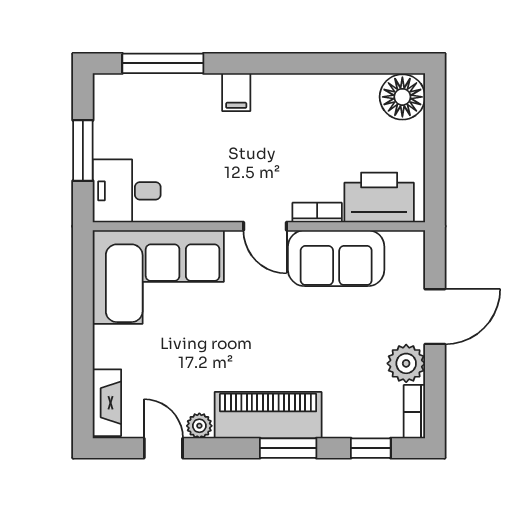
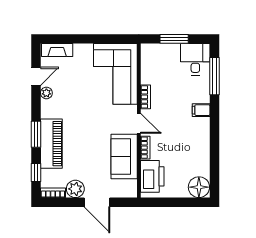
desk: (127, 191) -> (195, 59), moved
bookcase: (208, 212) -> (146, 97), added
door: (265, 226) -> (139, 123), swing flipped
piano: (268, 415) -> (51, 144), moved

